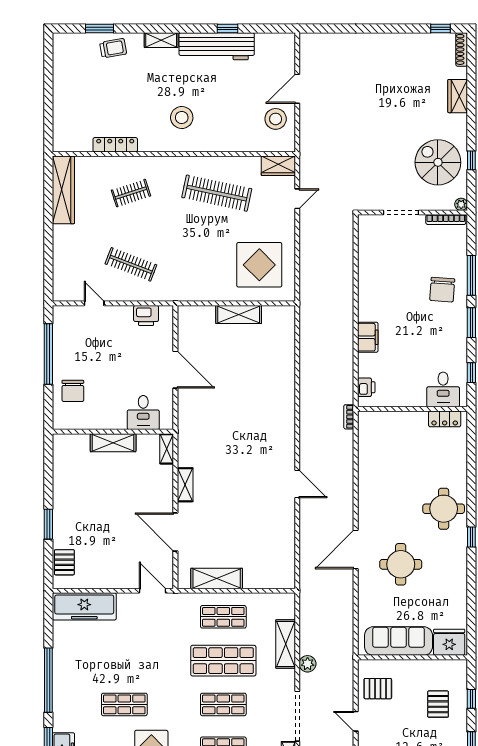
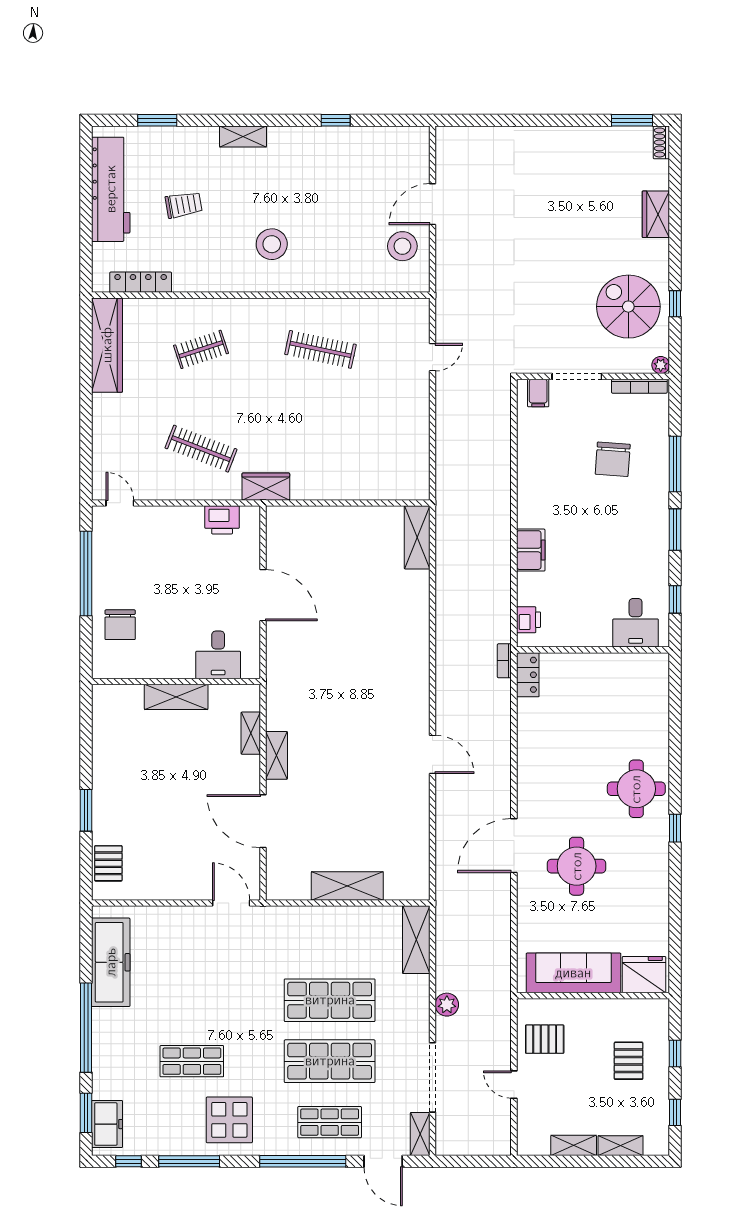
window: (441, 29) -> (632, 120), width x1.50
workbench: (217, 46) -> (111, 189), moved, turned -90
trolley: (113, 48) -> (184, 205), moved
shoe rack: (462, 49) -> (661, 142), width x0.70
locker: (115, 145) -> (141, 282), moved
wardrobe: (278, 166) -> (266, 487), moved, turned 180
clothes rail: (217, 193) -> (320, 349), width x0.73, depth x0.76
filing cabinet: (373, 224) -> (538, 393), added
display table: (259, 265) -> (380, 449), removed
chair: (442, 290) -> (613, 459), moved
door: (94, 303) -> (120, 503), moved
shelving: (239, 314) -> (417, 537), moved, turned 90
locker: (445, 419) -> (528, 675), moved, turned -90
shelving: (167, 449) -> (251, 733), moved
shelving: (217, 579) -> (347, 886), moved
freezer: (84, 606) -> (111, 962), moved, turned -90
shop shelf: (223, 617) -> (330, 939), removed
shelving: (286, 644) -> (416, 940), moved
shop shelf: (223, 704) -> (330, 1061), width x1.43, depth x1.36

